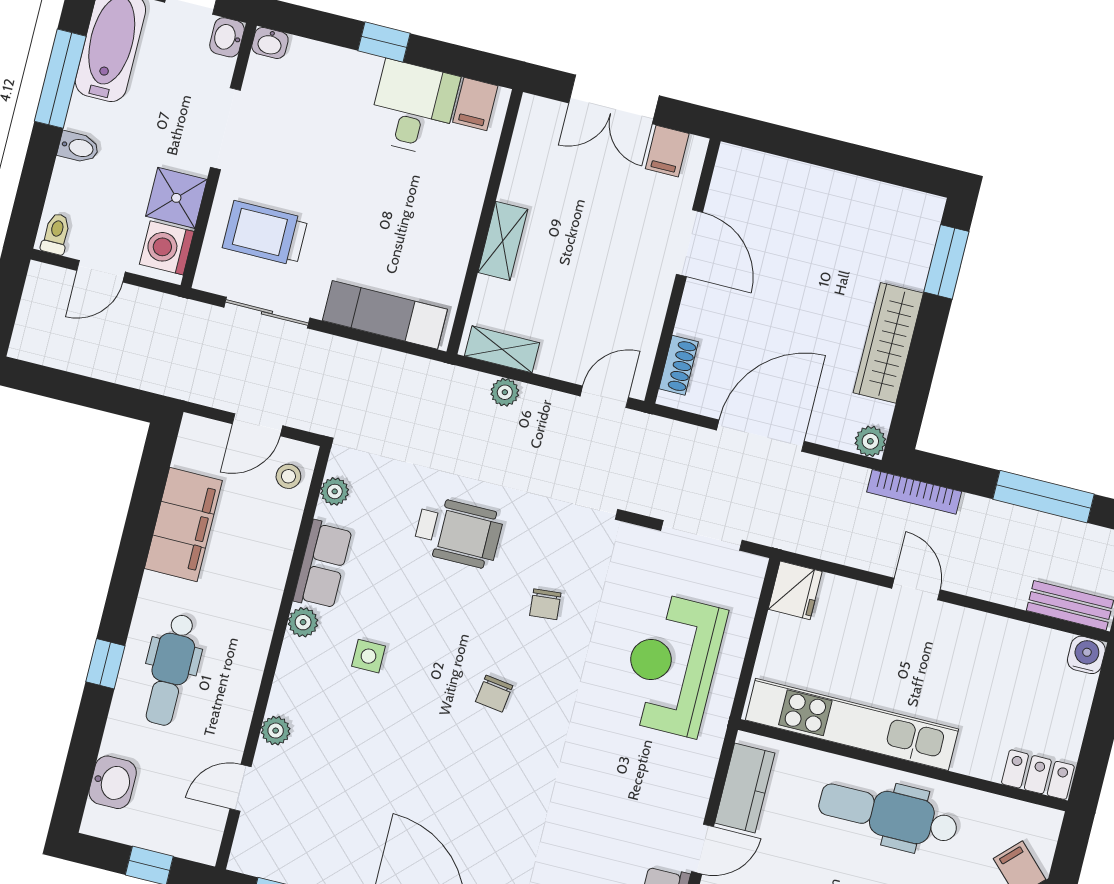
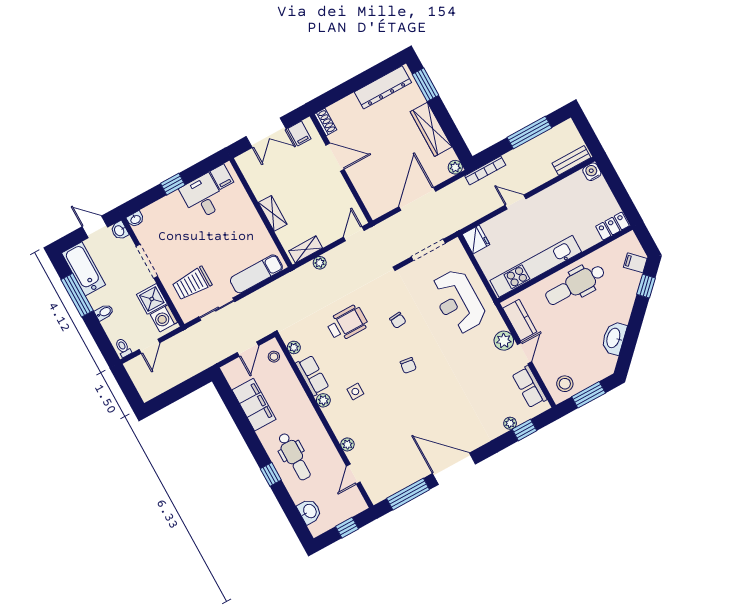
dresser: (873, 202) -> (383, 87), added
shoe rack: (679, 365) -> (325, 122), moved
plant: (688, 797) -> (504, 341), added

